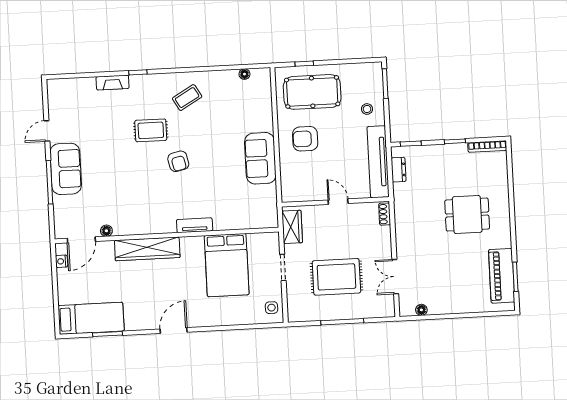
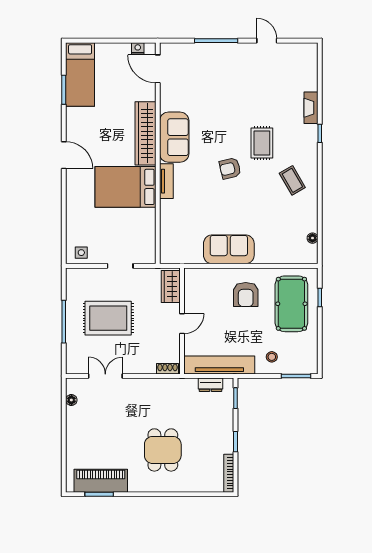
armchair: (305, 139) -> (246, 295), turned 180
sofa: (66, 169) -> (174, 137), moved, turned -90
wardrobe: (292, 227) -> (171, 286), moved, turned 90
floor lamp: (106, 231) -> (165, 94), removed
bed: (227, 265) -> (125, 187), moved
rug: (336, 277) -> (108, 318), turned 90

